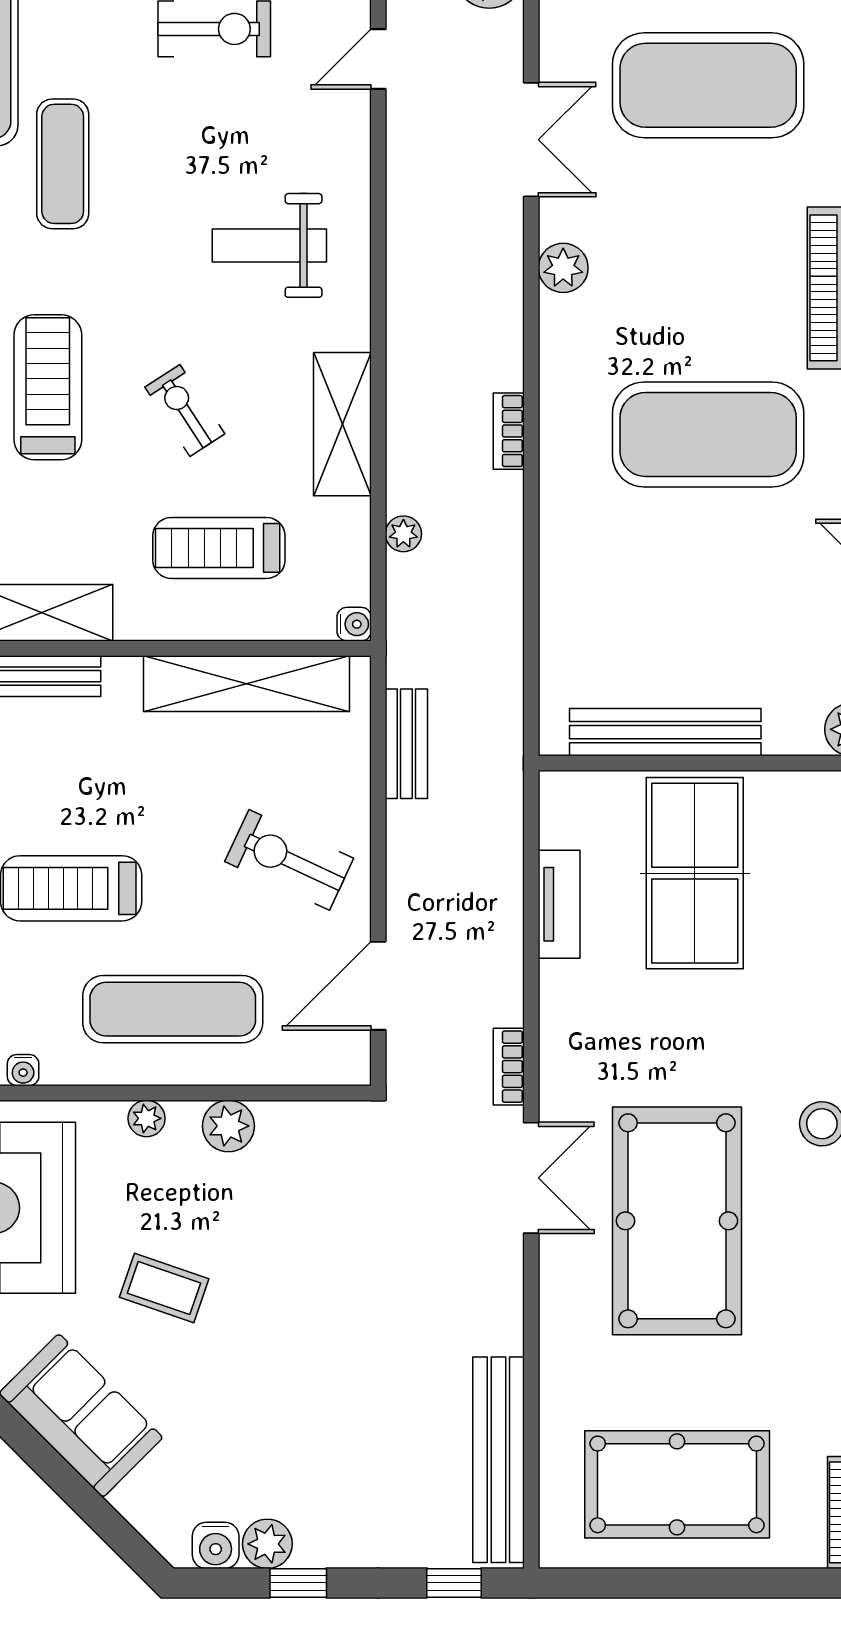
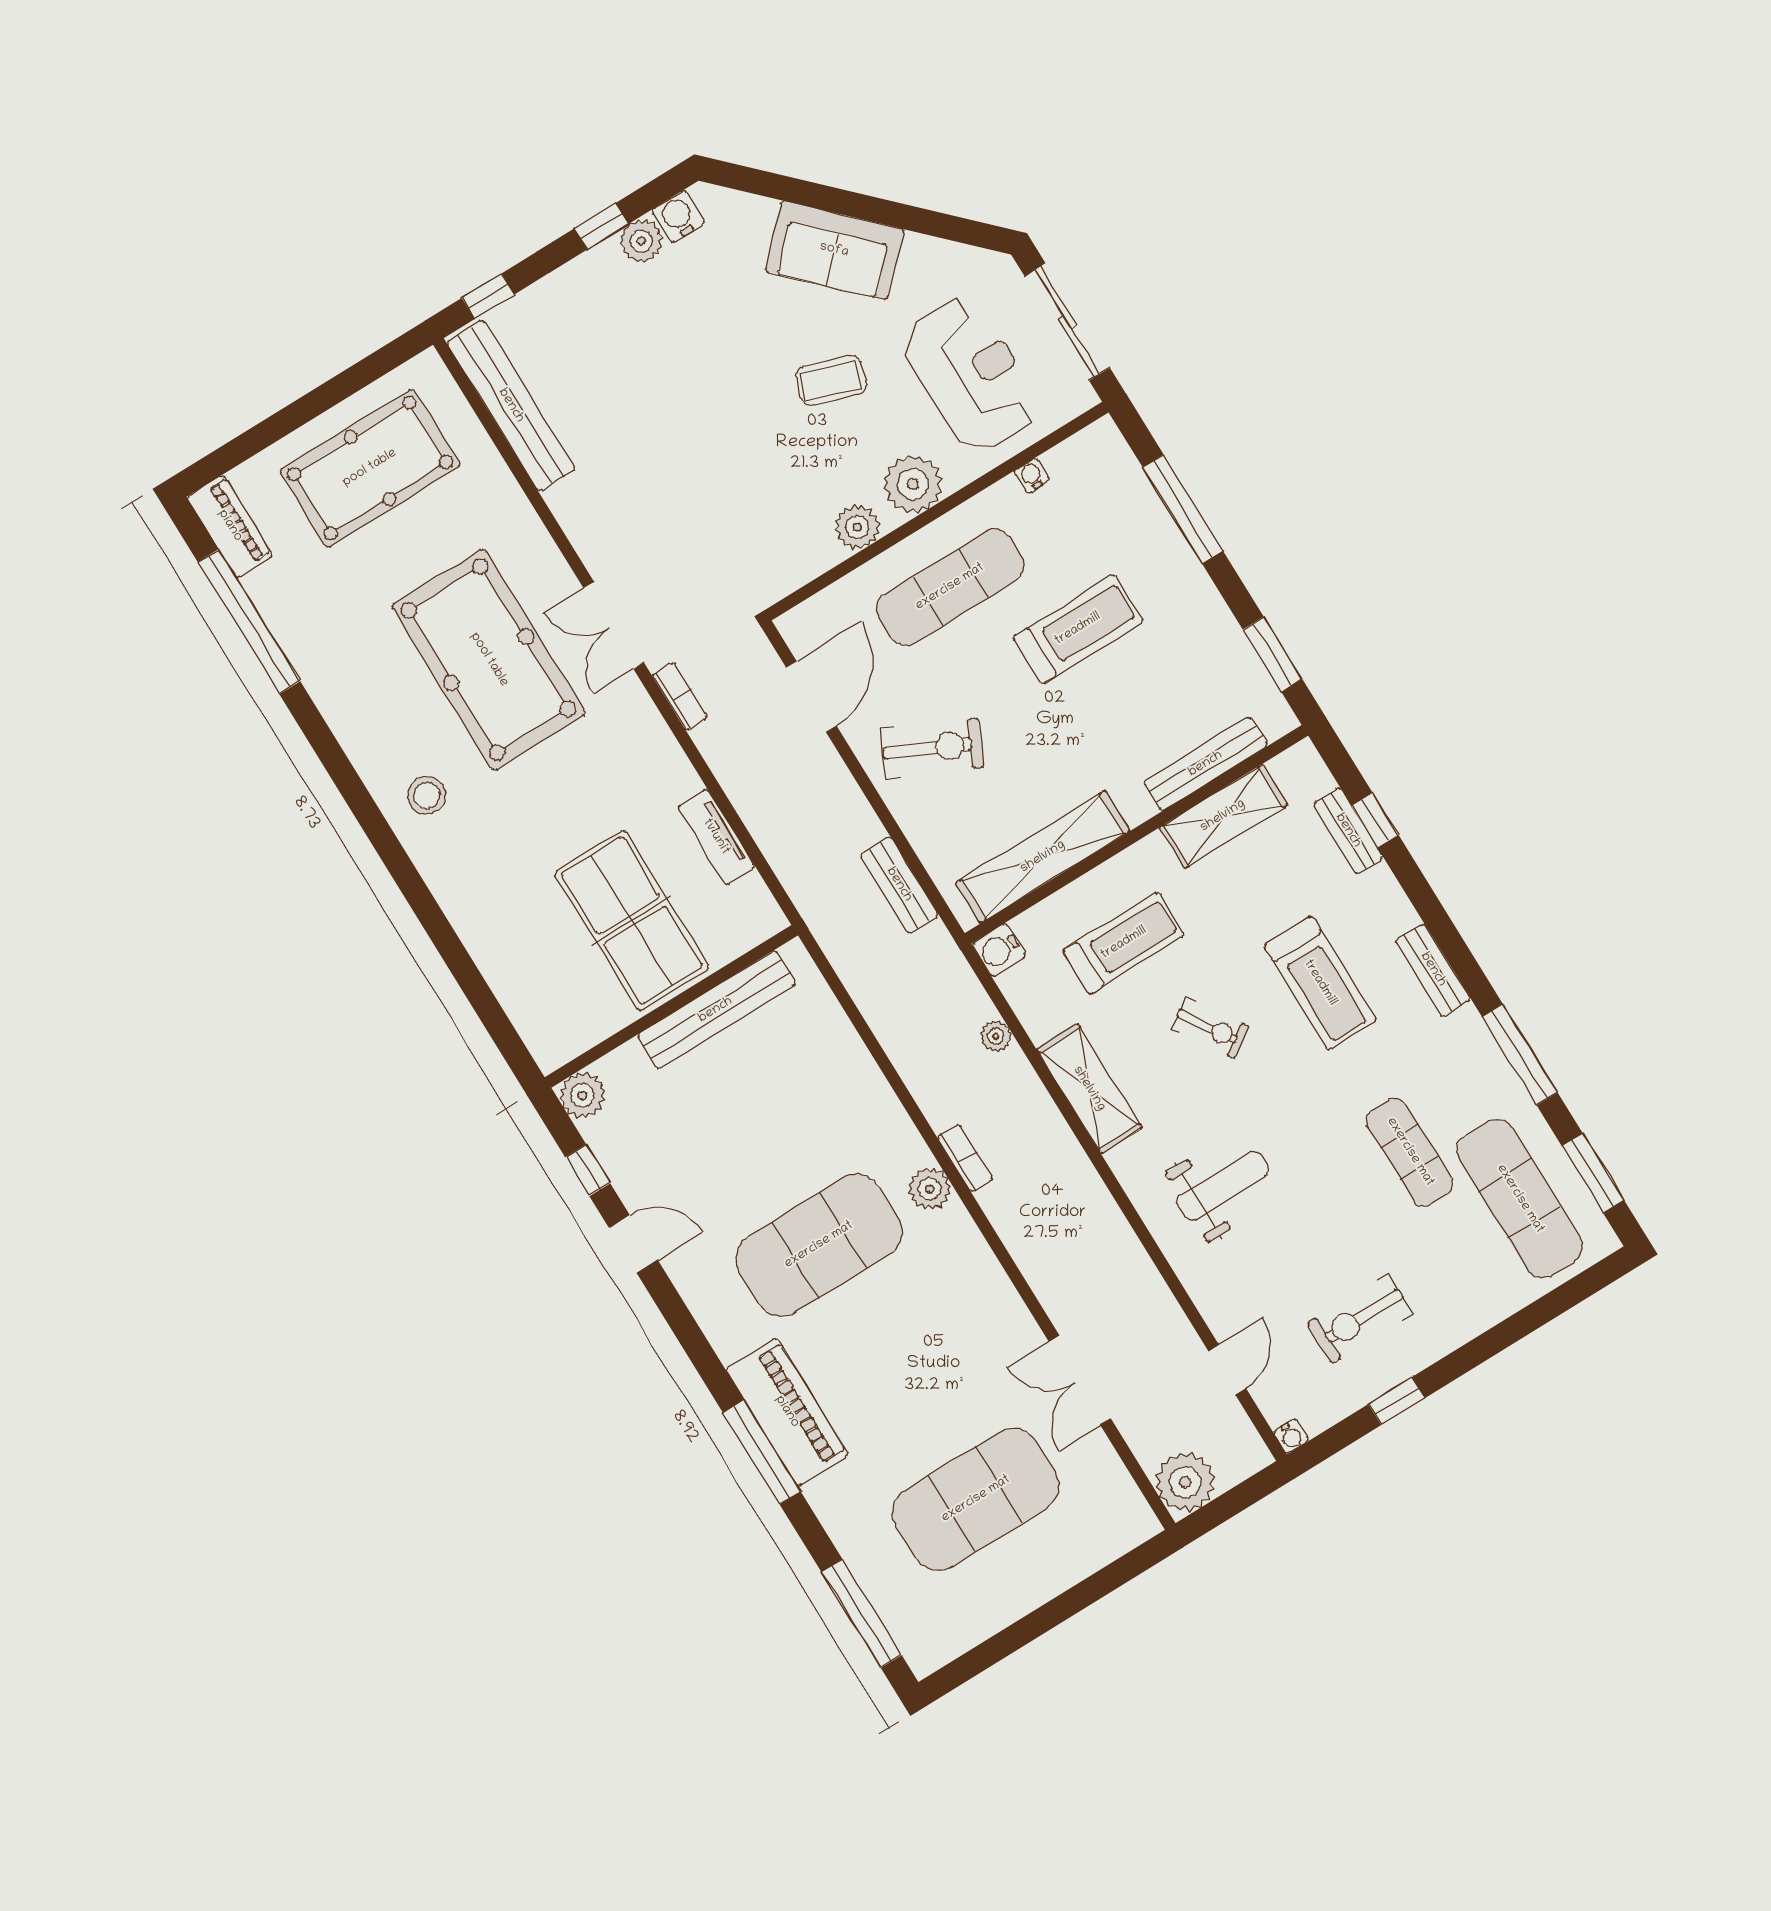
plant: (563, 268) -> (930, 1189), moved
water cooler: (354, 624) -> (999, 950), width x1.38, depth x1.38
plant: (147, 1118) -> (913, 484), width x1.88, depth x1.88

